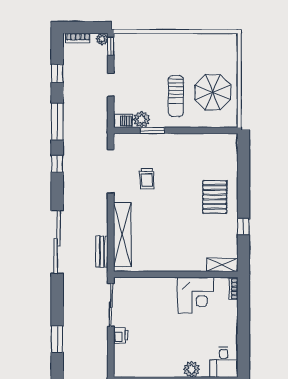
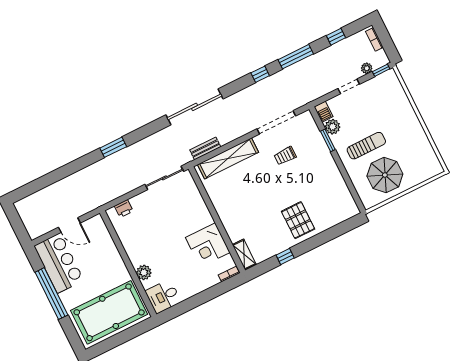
plant: (102, 39) -> (367, 68), moved
sun lounger: (176, 96) -> (366, 146), turned 180
pallet: (215, 197) -> (298, 220), turned 90
printer: (121, 335) -> (124, 209), moved

